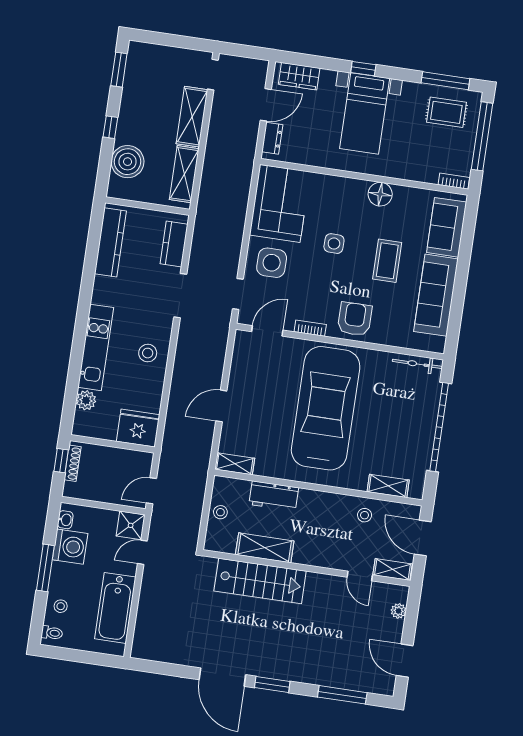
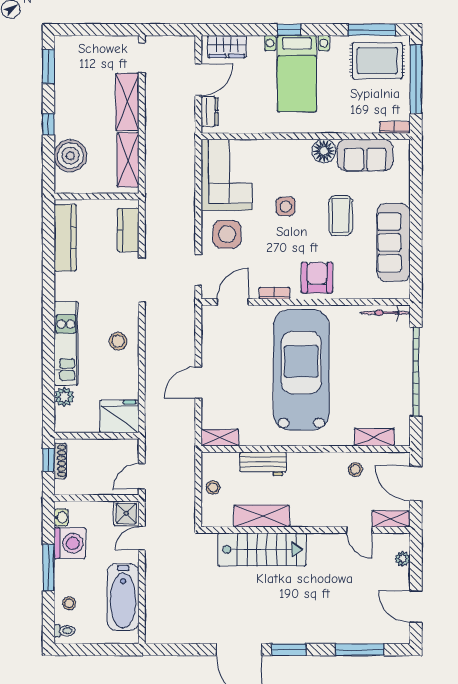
rug: (446, 112) -> (377, 61), width x1.36, depth x1.43
sofa: (447, 227) -> (365, 155), moved, turned -90

